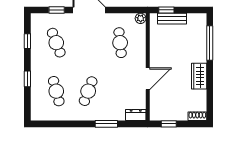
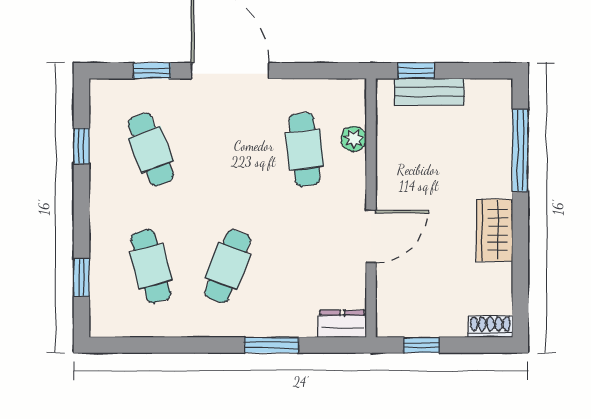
plant: (141, 18) -> (354, 139), moved
window: (27, 79) -> (81, 278), moved

